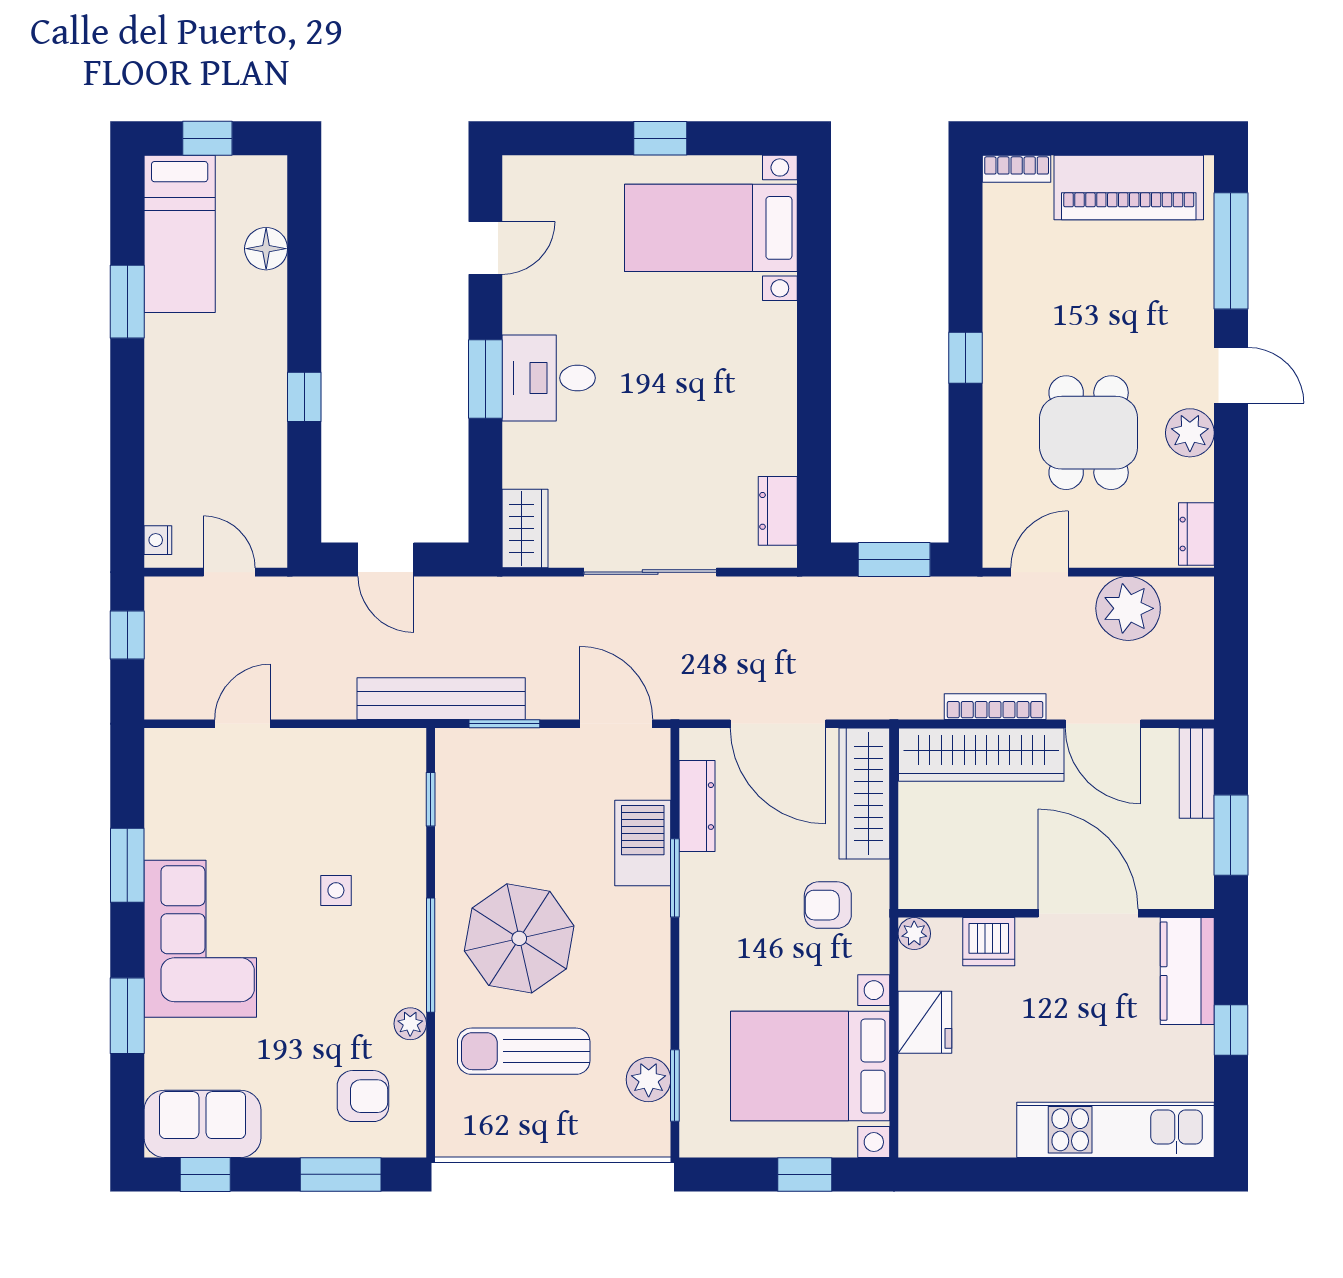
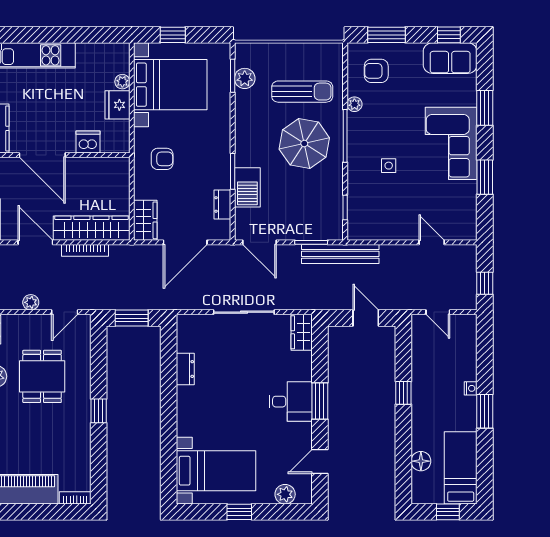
plant: (561, 177) -> (285, 494), added
window: (127, 302) -> (485, 411), moved
dresser: (778, 511) -> (185, 369), moved
nightstand: (158, 540) -> (471, 388), moved
plant: (1128, 608) -> (31, 302), width x0.53, depth x0.53
door: (243, 724) -> (432, 242), swing flipped
door: (778, 724) -> (185, 242), swing flipped
wardrobe: (864, 794) -> (145, 220), width x0.67
dresser: (697, 806) -> (222, 204), width x0.70
plant: (914, 934) -> (122, 82), moved

